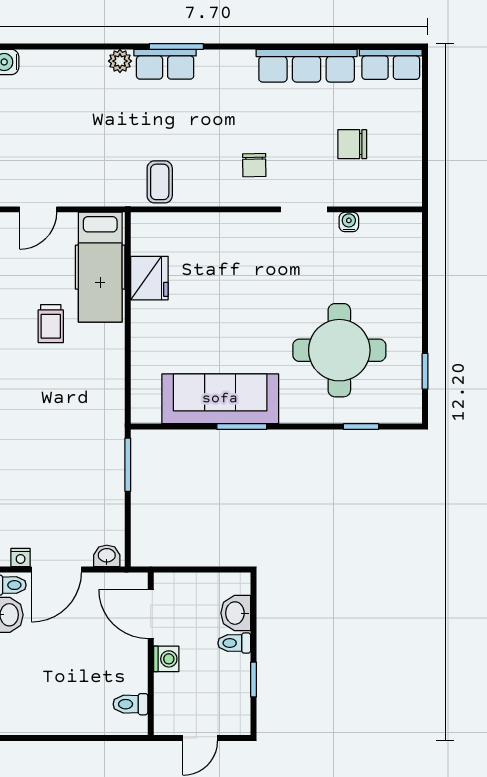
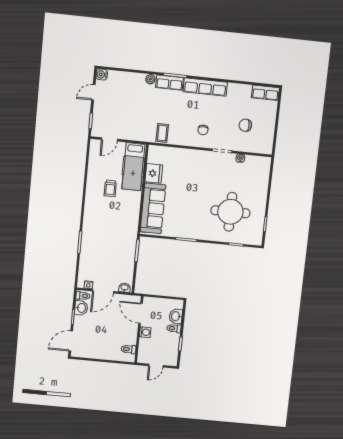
row of seats: (307, 66) -> (205, 87), moved
sofa: (220, 399) -> (153, 208), moved, turned 90

